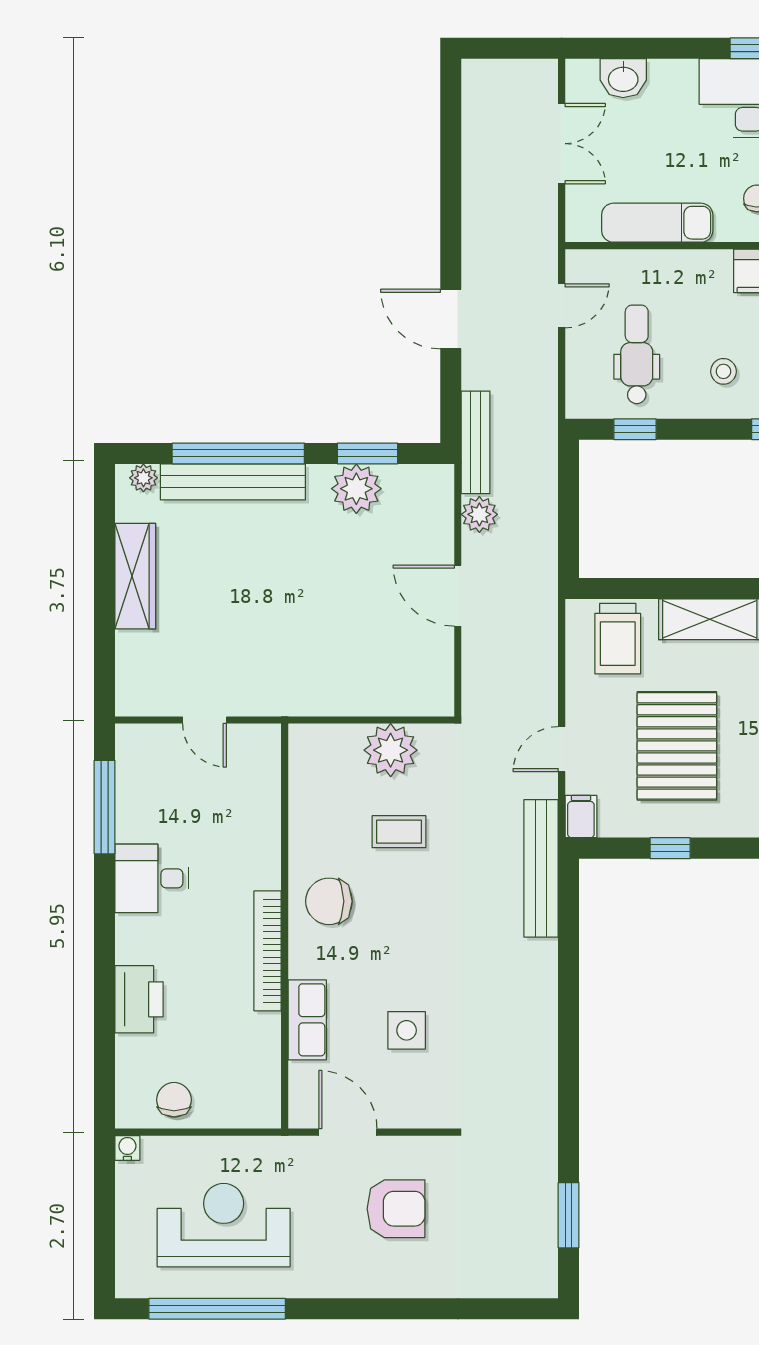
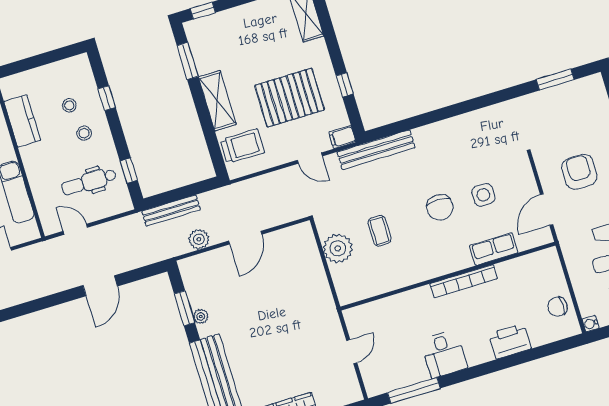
bench: (476, 442) -> (171, 210), moved
plant: (356, 489) -> (201, 316), width x0.53, depth x0.53
chair: (329, 901) -> (440, 207), moved

